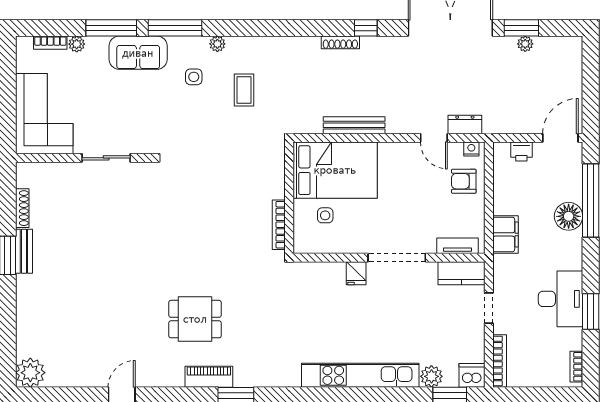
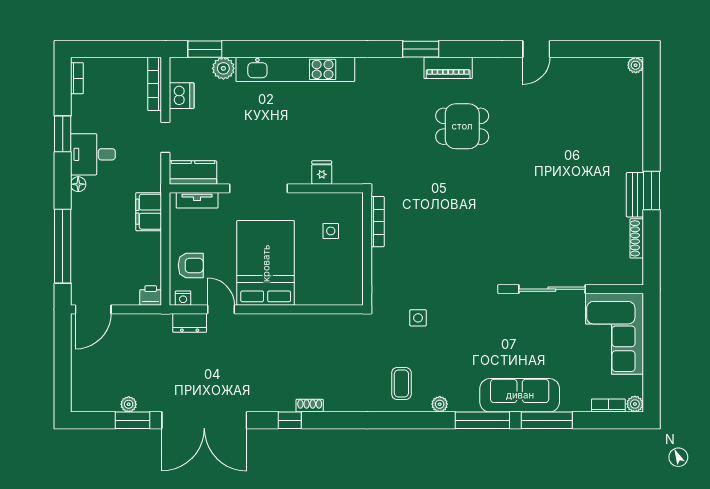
shoe rack: (340, 42) -> (310, 406), width x0.70
plant: (77, 44) -> (635, 404), moved
sofa: (138, 53) -> (520, 395), width x1.36
side table: (194, 77) -> (418, 318), moved
coffee table: (244, 90) -> (401, 383), moved
bench: (354, 125) -> (301, 322), removed
printer: (521, 151) -> (151, 296), moved
sliding door: (106, 158) -> (552, 289), width x1.37
bed: (335, 170) -> (266, 263), moved, turned 90
floor lamp: (569, 216) -> (78, 184), moved, width x0.53, depth x0.53
fridge: (356, 273) -> (322, 173), moved
desk: (561, 299) -> (93, 154), width x0.73
plant: (30, 373) -> (636, 65), width x0.53, depth x0.53
dishwasher: (472, 375) -> (182, 96), moved, turned -90

